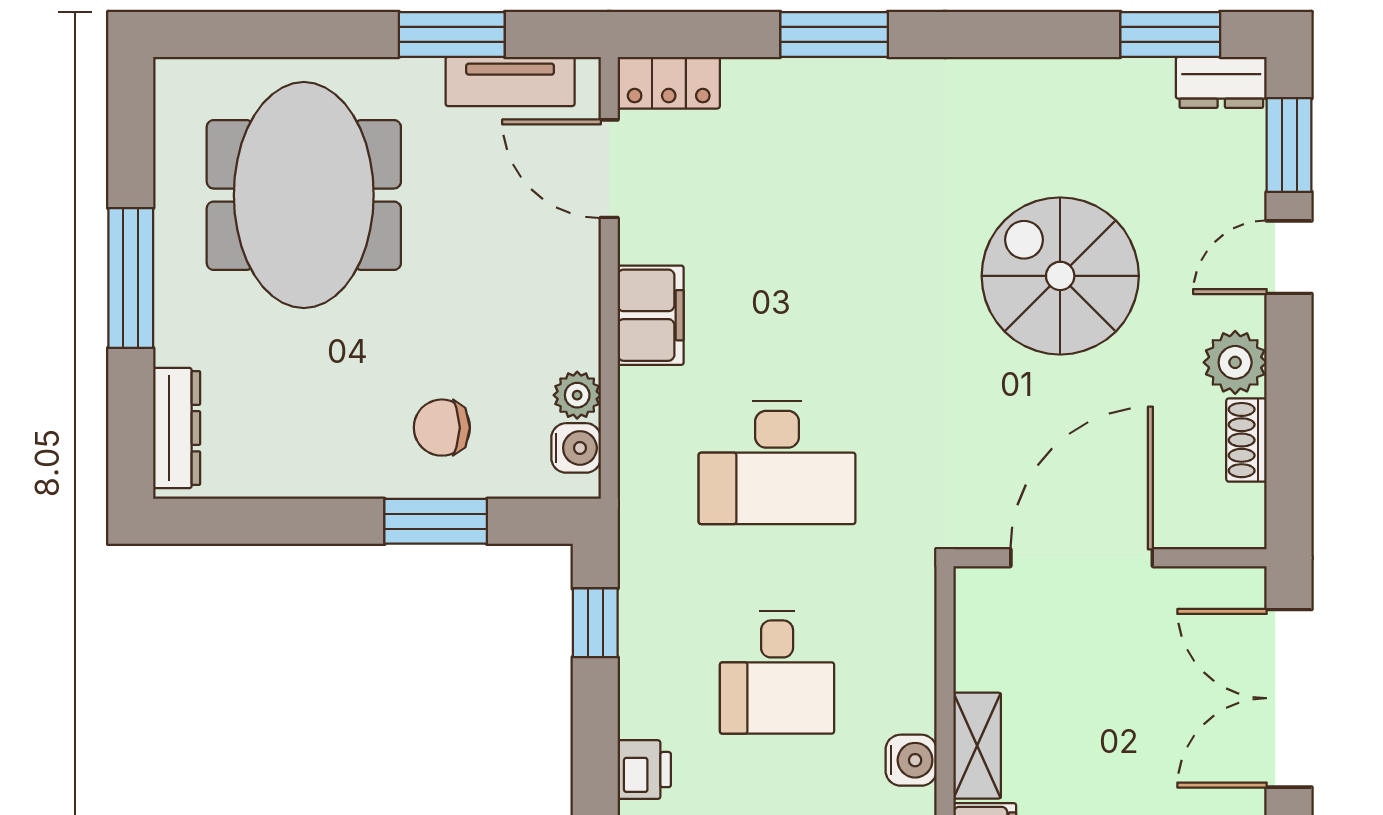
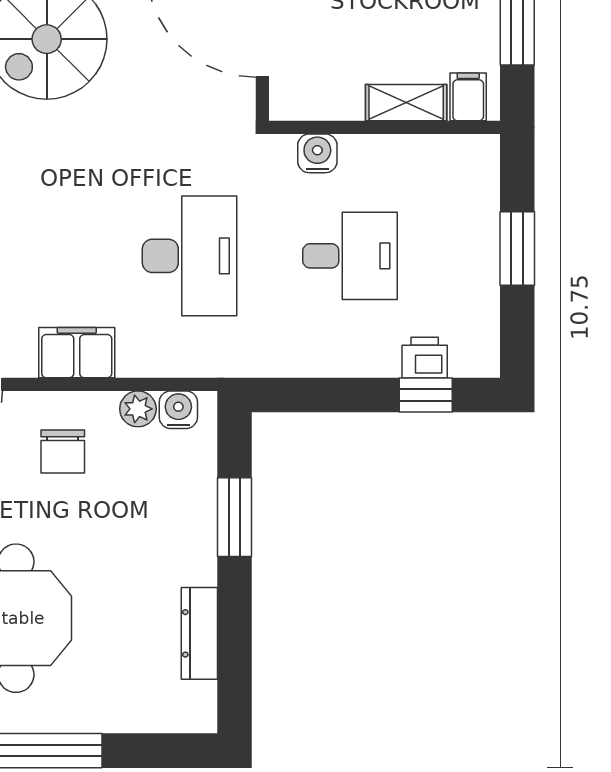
dresser: (177, 428) -> (199, 633), moved, turned -90
chair: (442, 428) -> (63, 451), moved
window: (595, 623) -> (426, 395), moved
water cooler: (911, 760) -> (317, 153), moved

